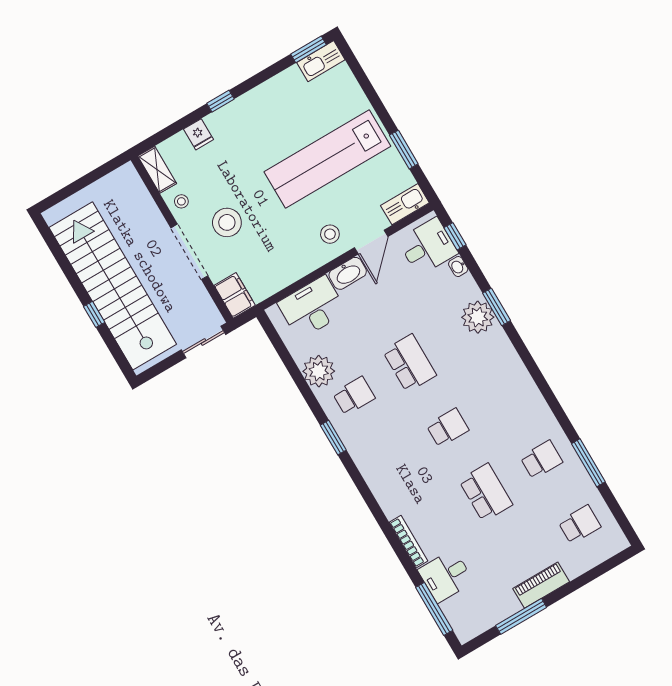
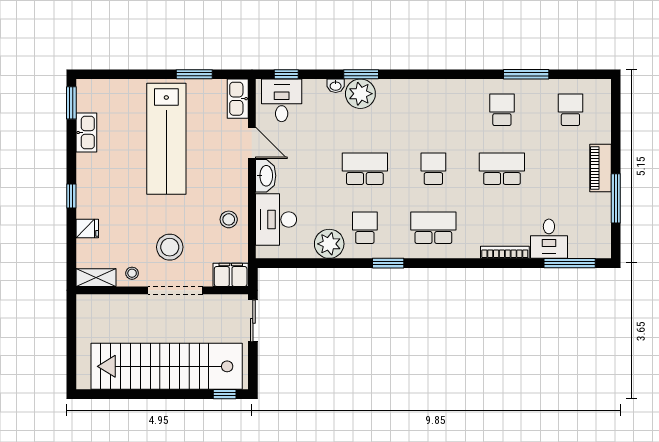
kitchen sink: (321, 61) -> (86, 133), moved
stool: (330, 234) -> (229, 219), moved
washbasin: (458, 267) -> (336, 86), moved
window: (94, 314) -> (225, 394), moved
school desk: (392, 461) -> (433, 228), added

